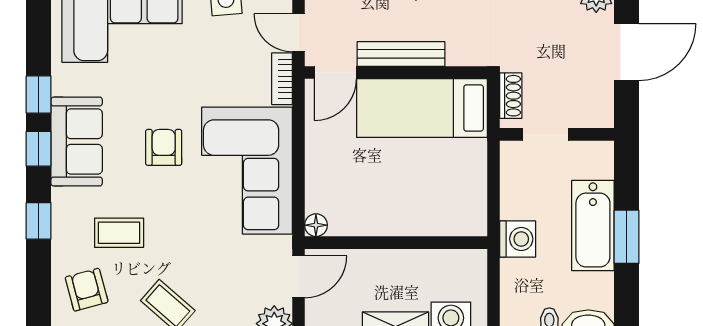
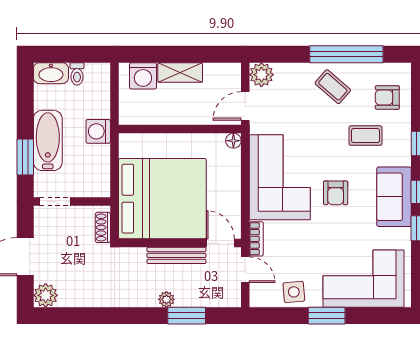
door: (335, 72) -> (220, 243), hinge flipped
bed: (422, 108) -> (162, 199), width x2.04
doorway: (545, 134) -> (55, 202), moved
window: (627, 237) -> (25, 157), moved
armchair: (87, 290) -> (387, 97), turned 105

